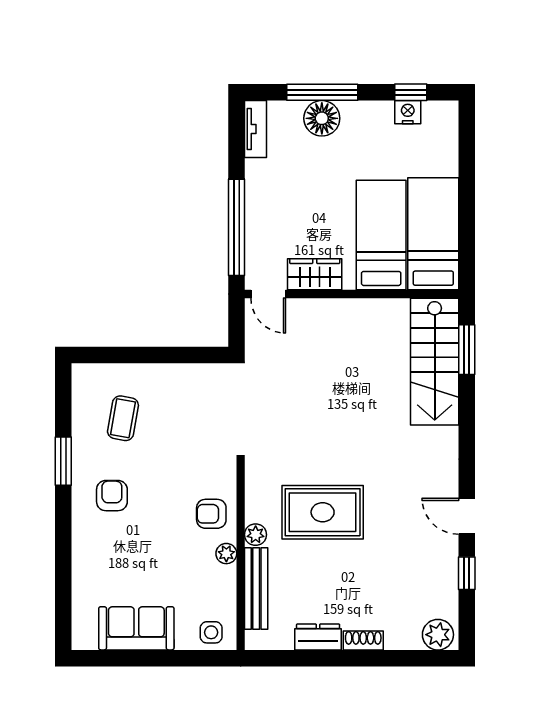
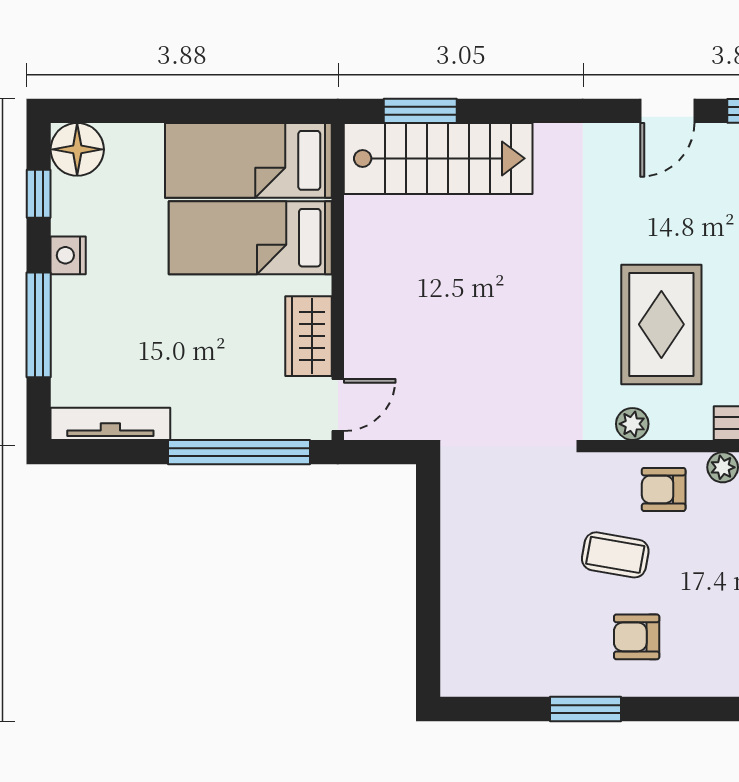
nightstand: (408, 112) -> (68, 255), moved
floor lamp: (322, 118) -> (77, 149), moved
tv unit: (256, 129) -> (110, 424), width x1.41
coffee table: (123, 418) -> (615, 555), moved
armchair: (211, 514) -> (664, 489), turned 90
plant: (256, 535) -> (632, 424), moved

